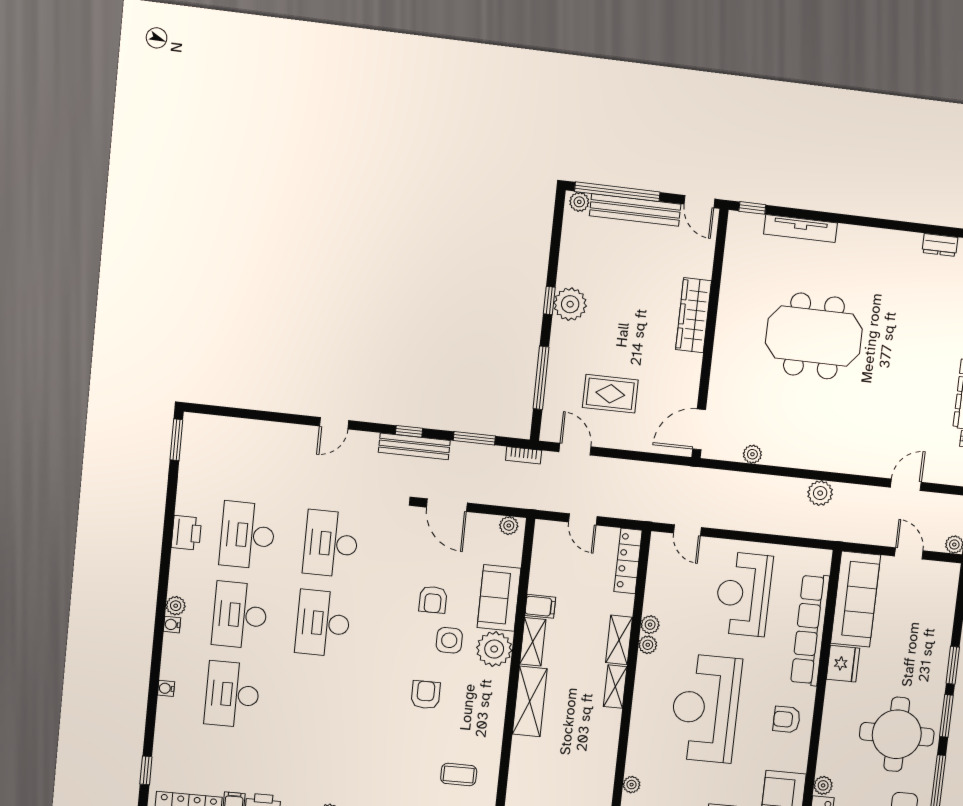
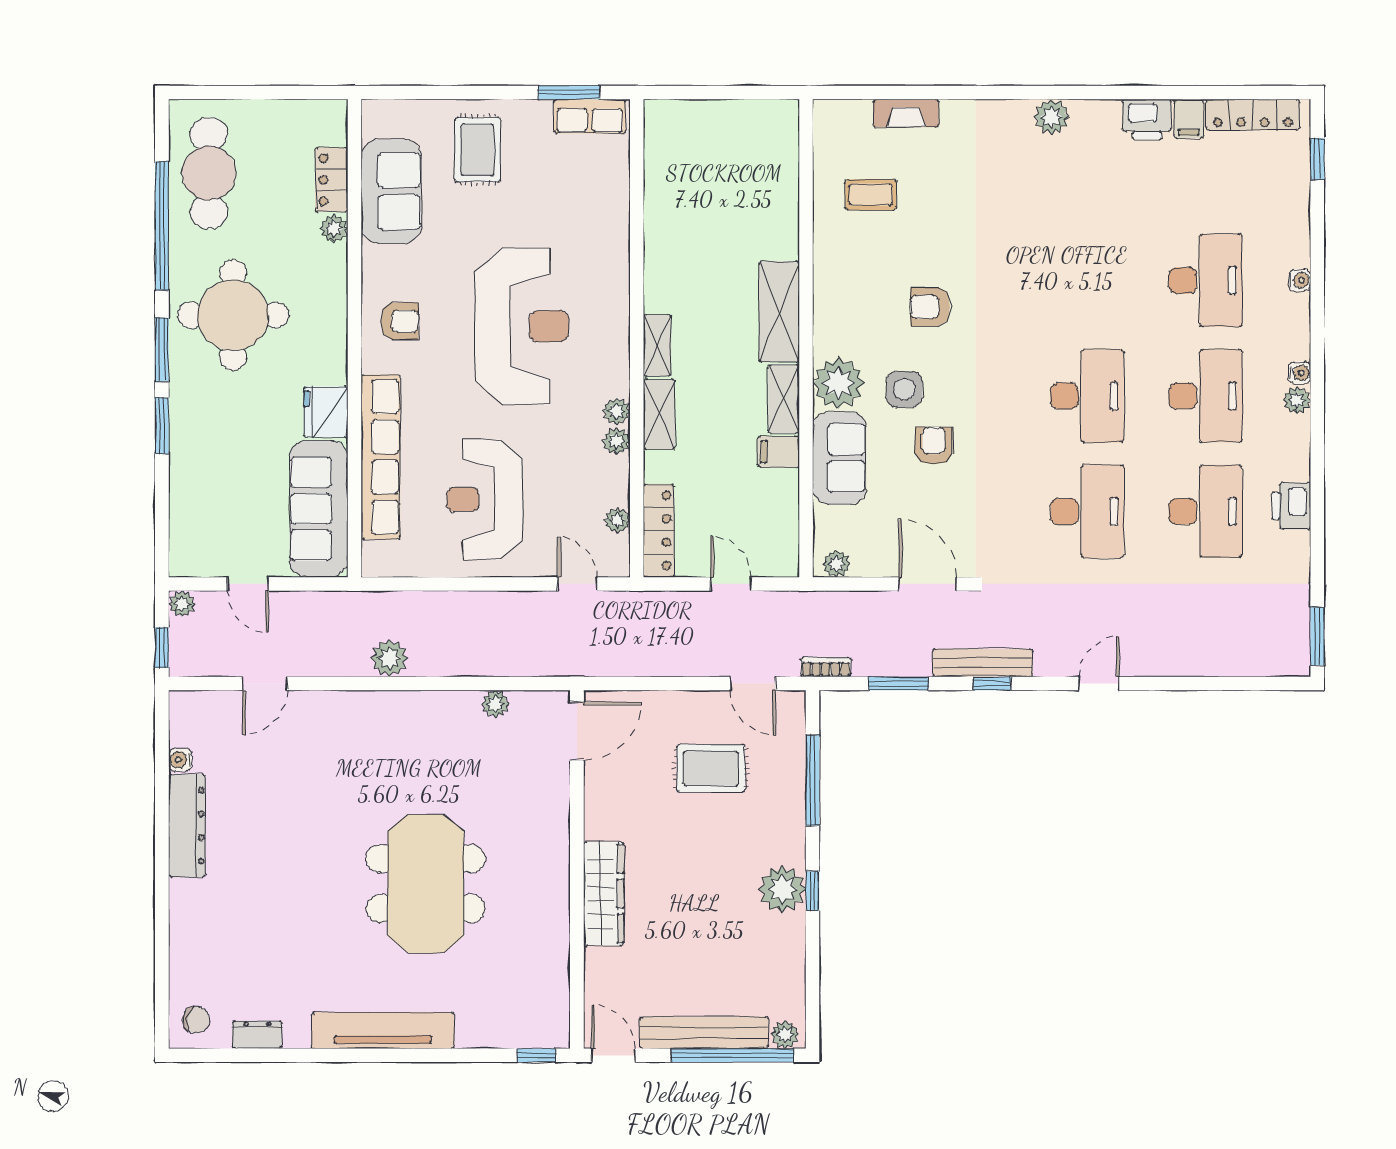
tv unit: (800, 228) -> (383, 1030), moved, width x1.36, depth x1.29
meeting table: (814, 336) -> (426, 884), turned 90
reception desk: (743, 594) -> (485, 499), turned 180
armchair: (426, 695) -> (930, 307), turned 90
plant: (632, 785) -> (617, 520), moved

